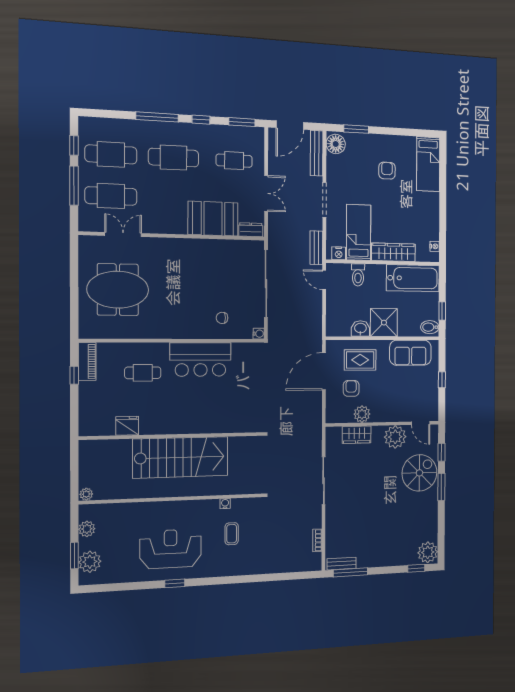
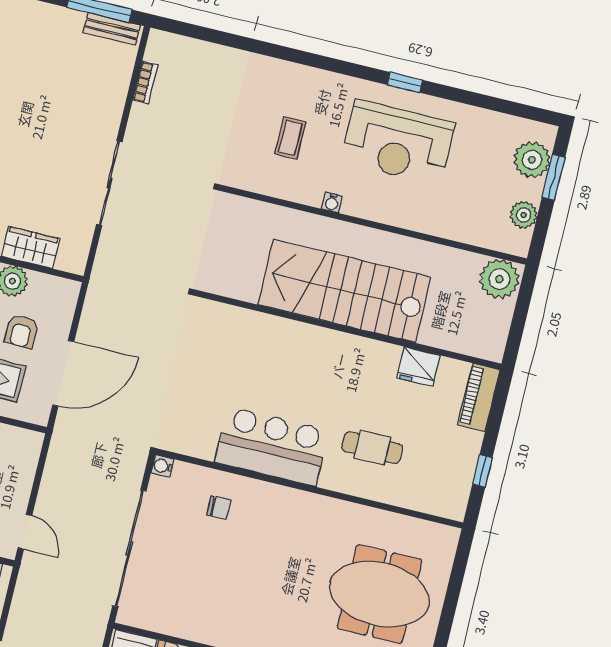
bench: (316, 248) -> (26, 591), removed
piano: (87, 361) -> (479, 397), moved
plant: (86, 494) -> (499, 279), width x1.87, depth x1.87
water cooler: (225, 504) -> (332, 202), moved

